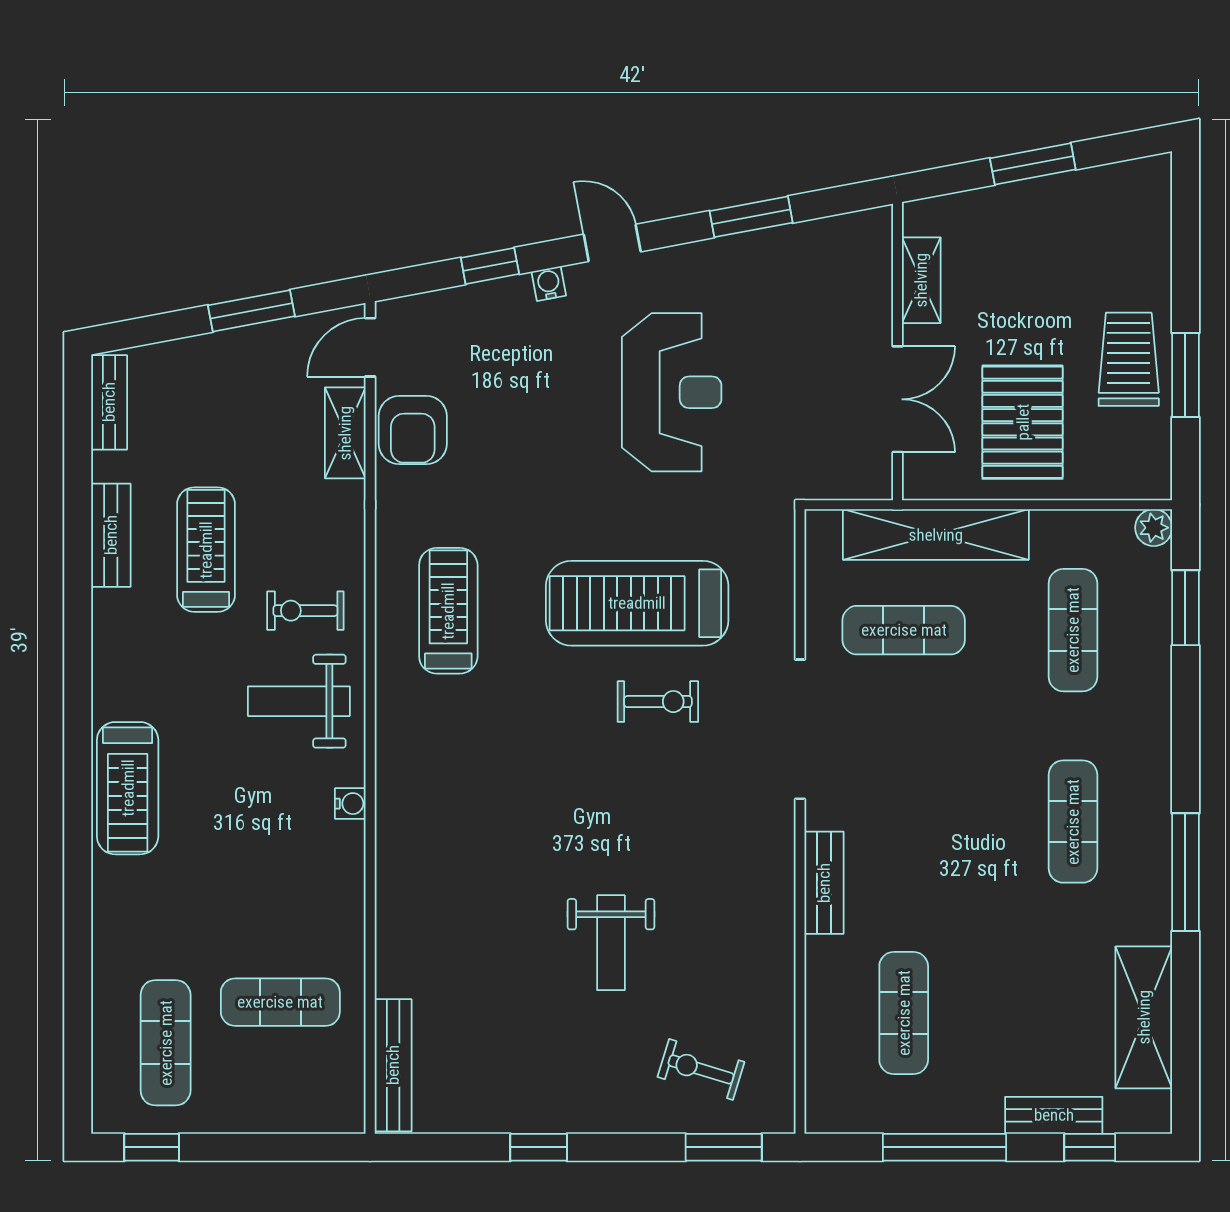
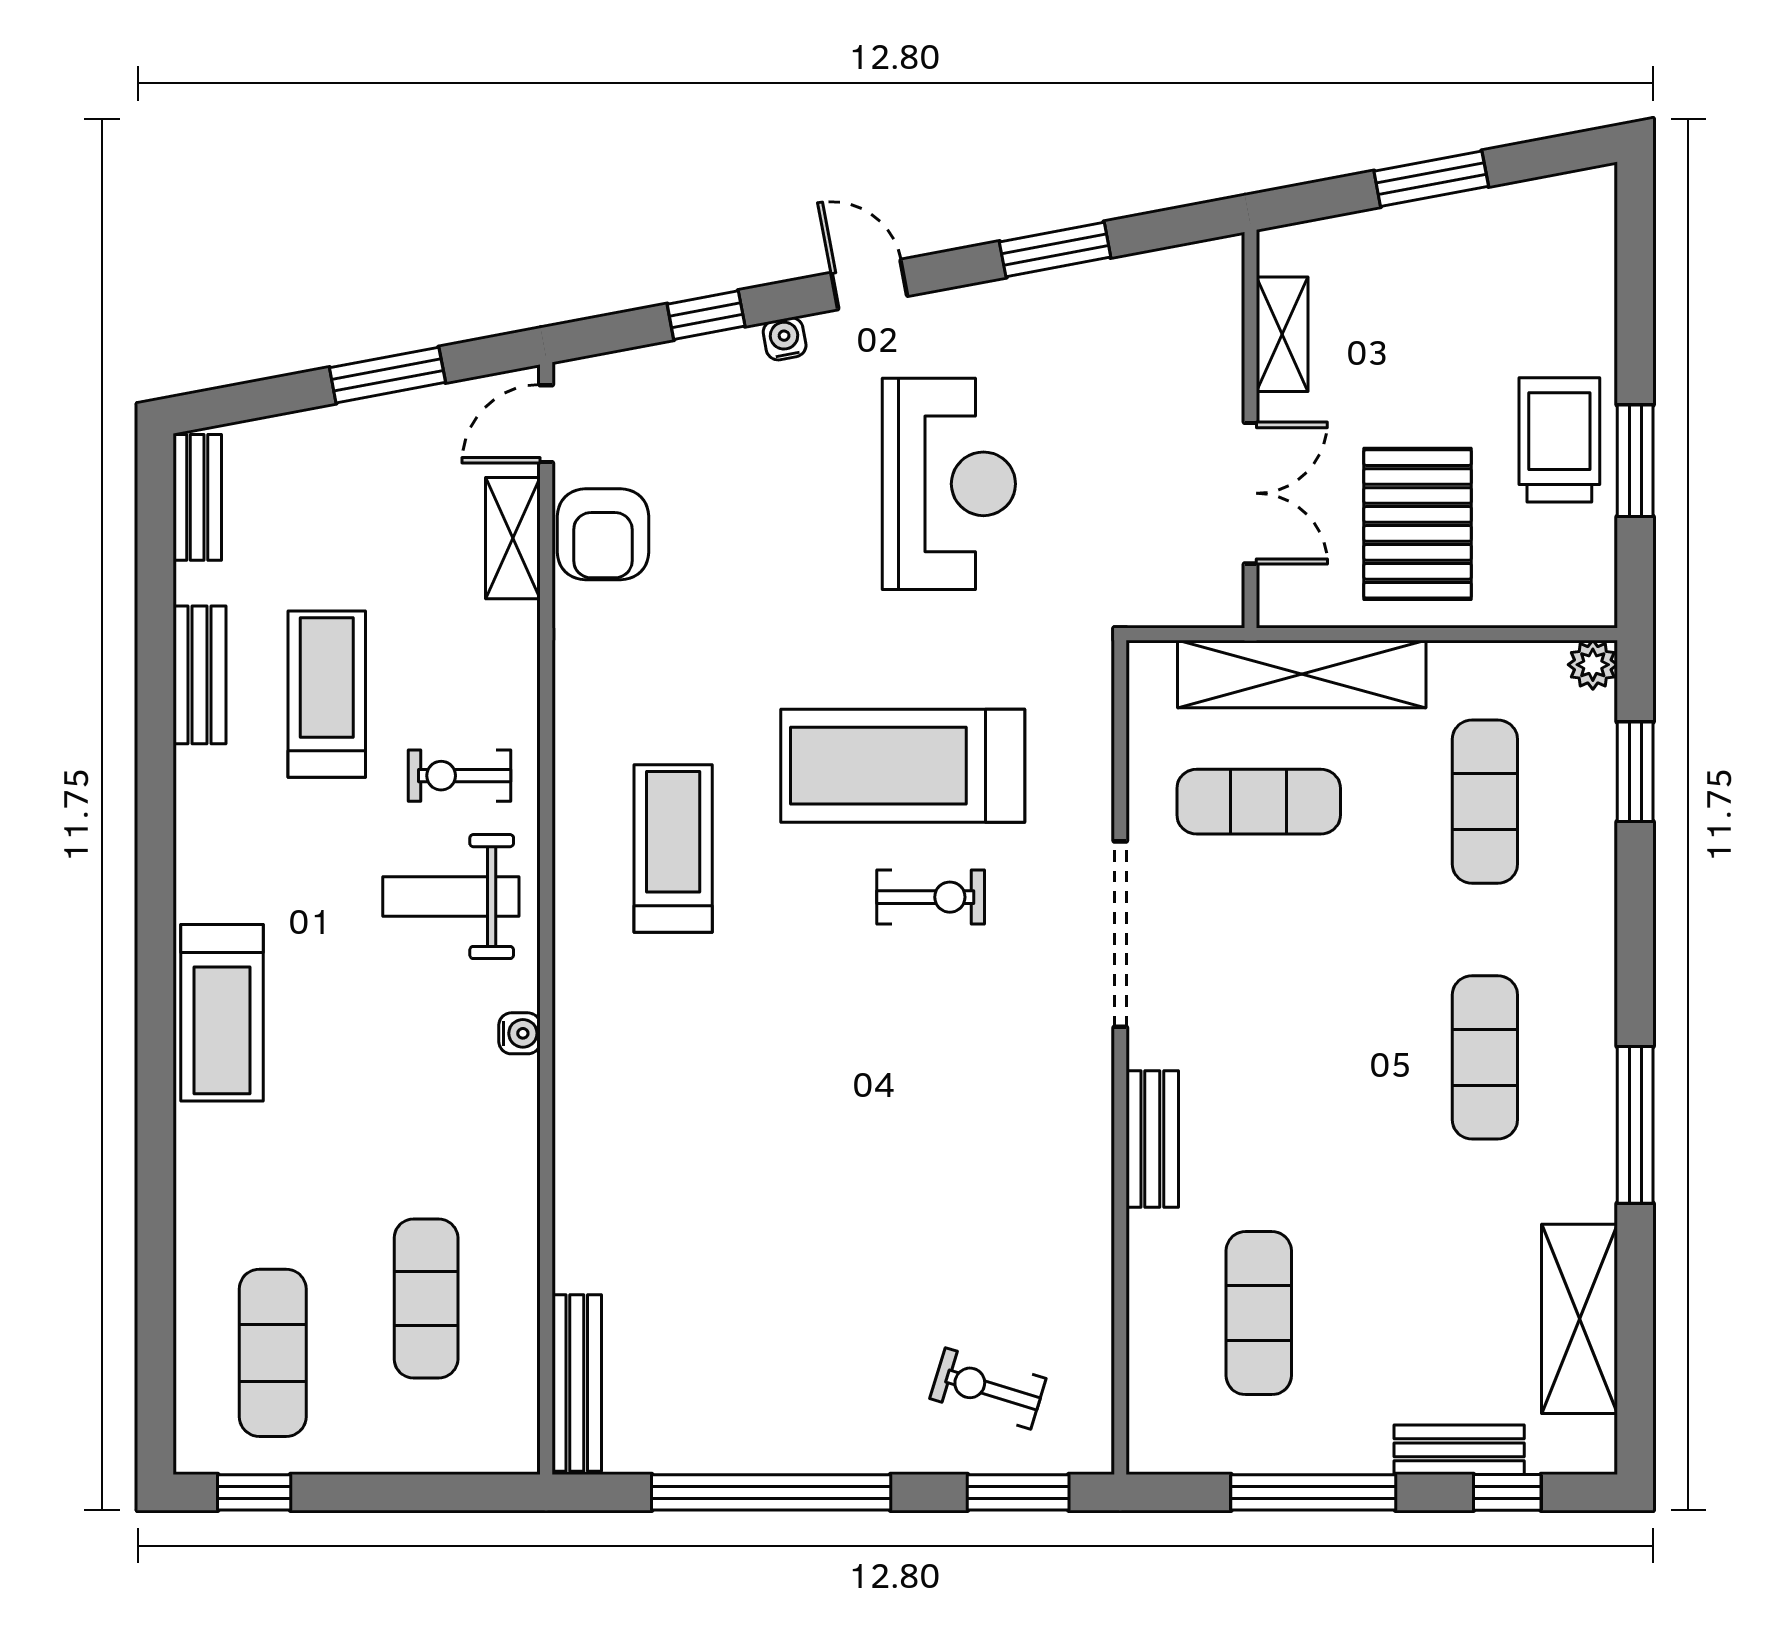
treadmill: (448, 611) -> (673, 849), moved
weight bench: (611, 943) -> (868, 1219), removed
exercise mat: (280, 1002) -> (426, 1298), turned 90
window: (539, 1147) -> (771, 1492), width x3.17

